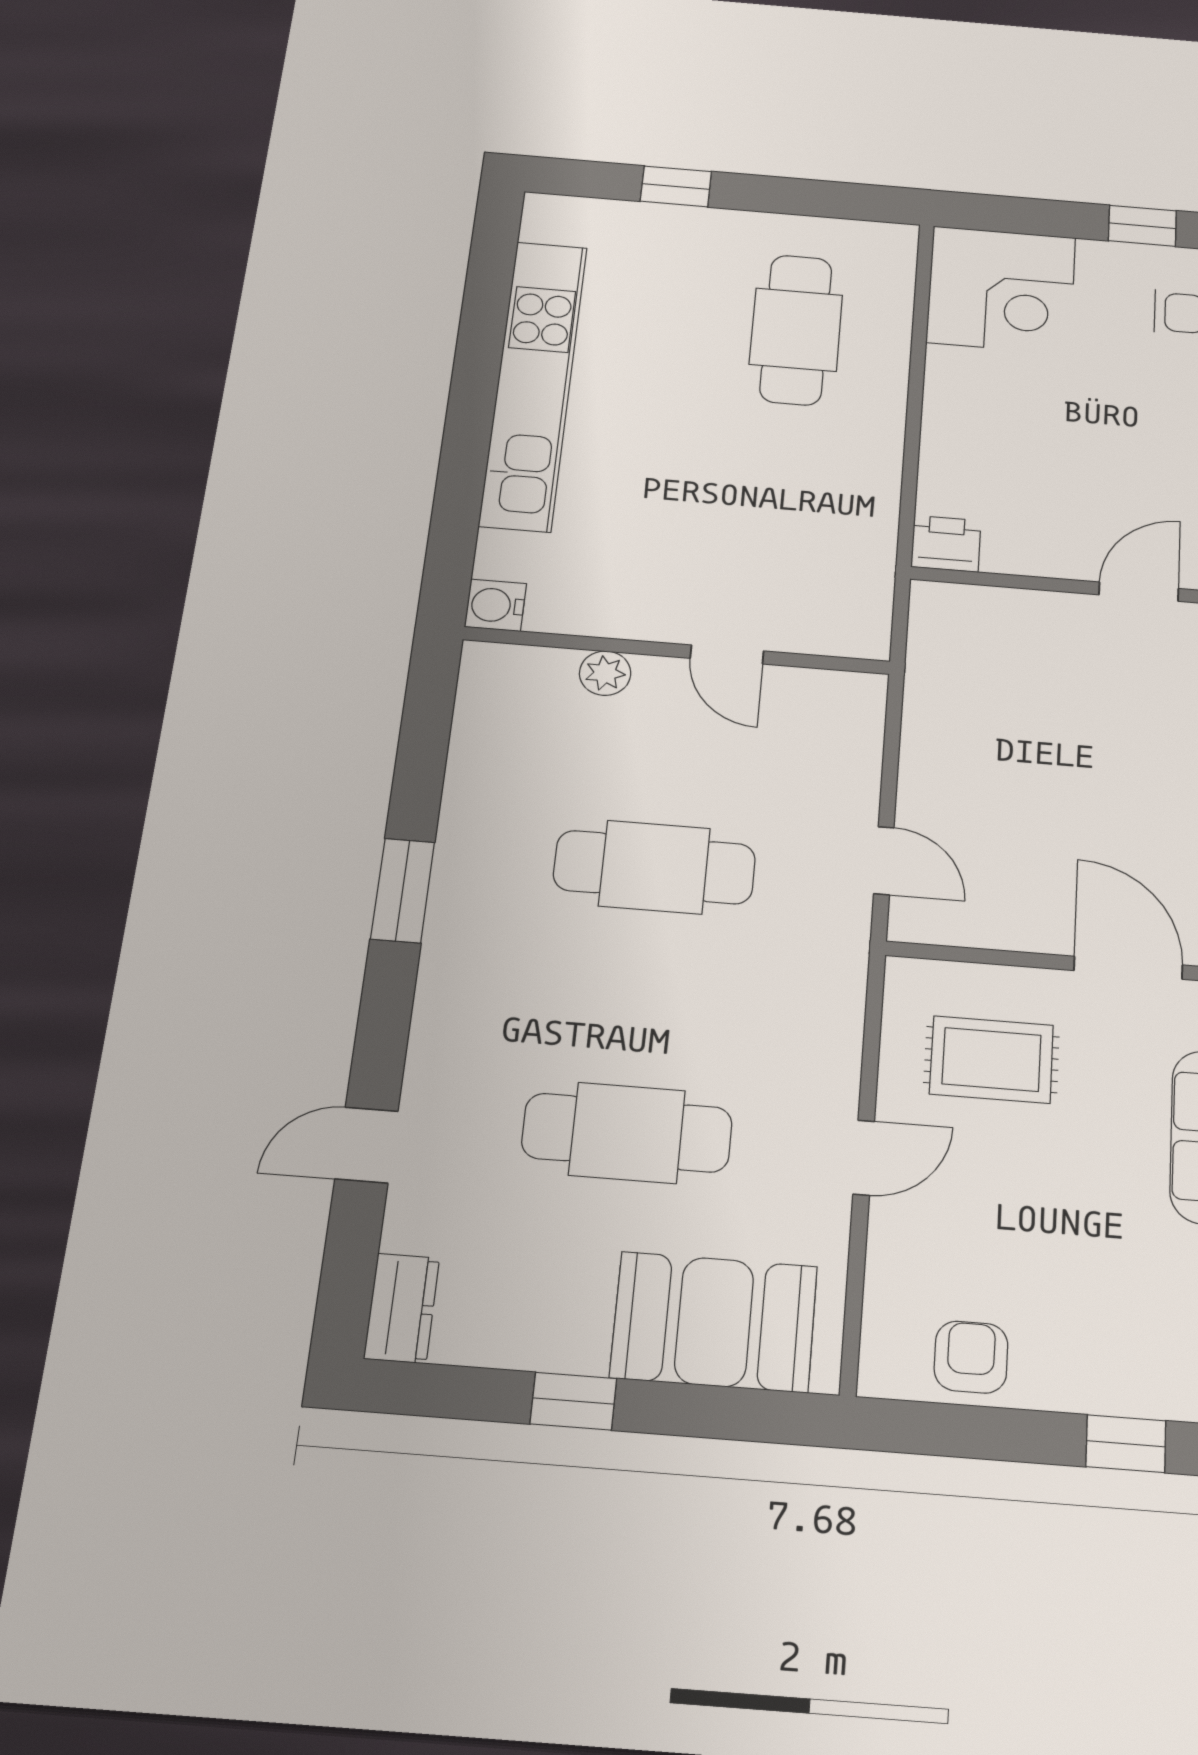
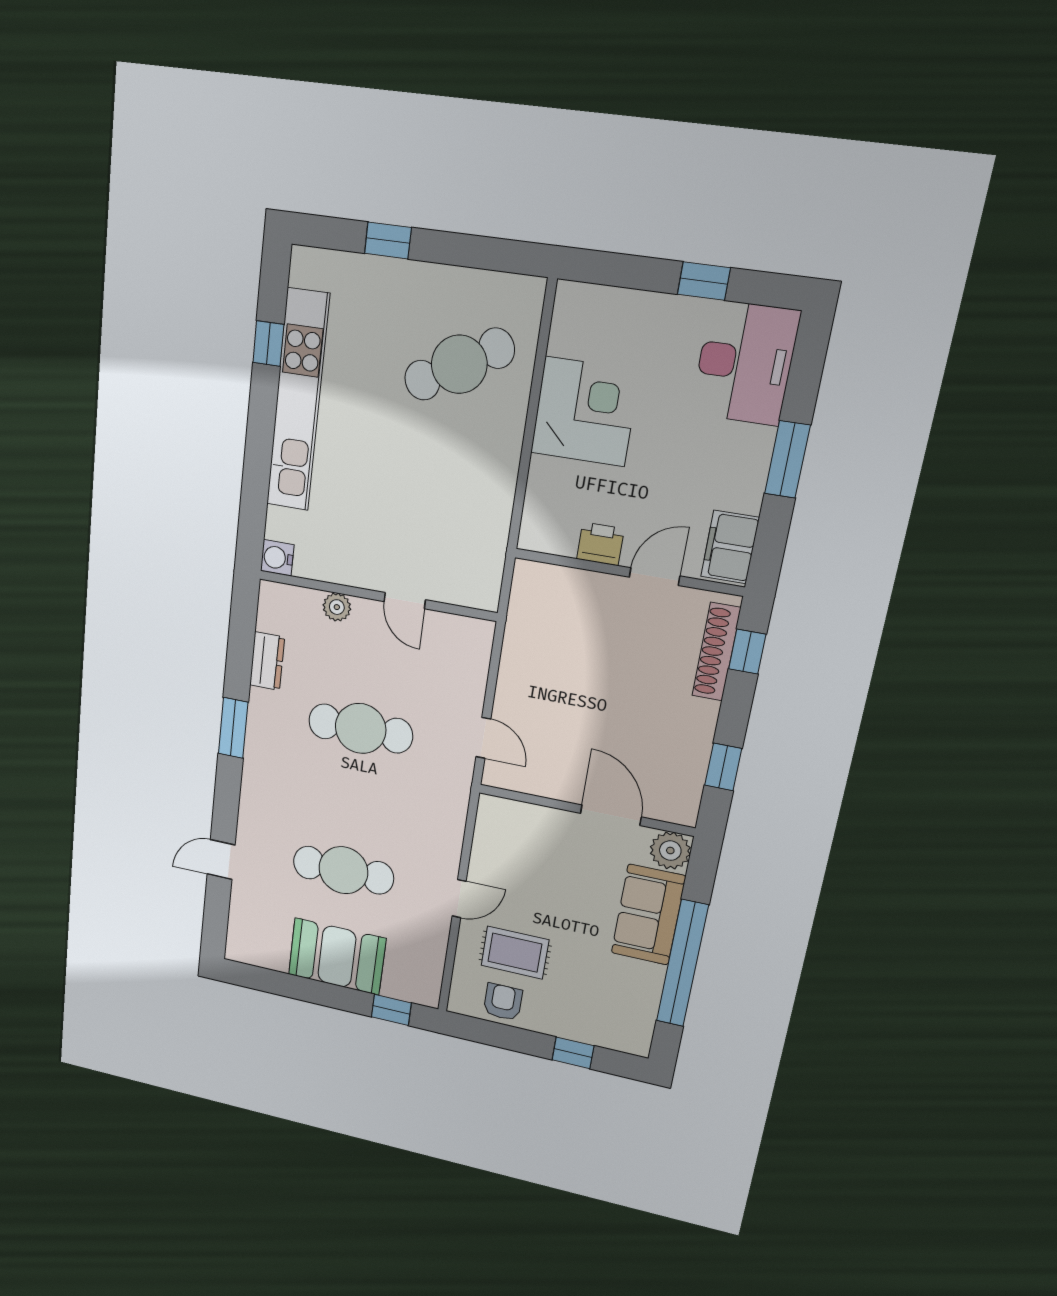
corner desk: (1001, 290) -> (585, 412), moved, turned -90
window: (485, 312) -> (268, 344), added
cafe table: (796, 330) -> (459, 364), turned 60
printer: (946, 544) -> (600, 544), moved
rug: (992, 1060) -> (515, 953), moved
dresser: (402, 1308) -> (267, 661), moved
booth: (714, 1322) -> (337, 956), moved
window: (573, 1401) -> (391, 1010), moved

